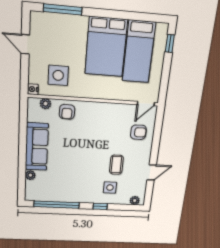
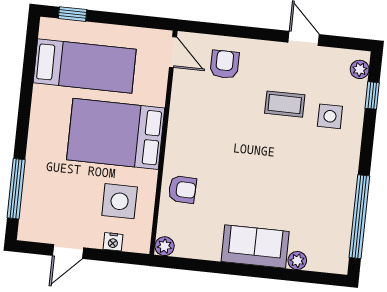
bed: (106, 47) -> (116, 134), moved, turned 180
nightstand: (33, 89) -> (113, 242), moved
plant: (45, 104) -> (165, 246), moved
sofa: (37, 147) -> (255, 247), width x0.73
window: (100, 206) -> (372, 95), moved

